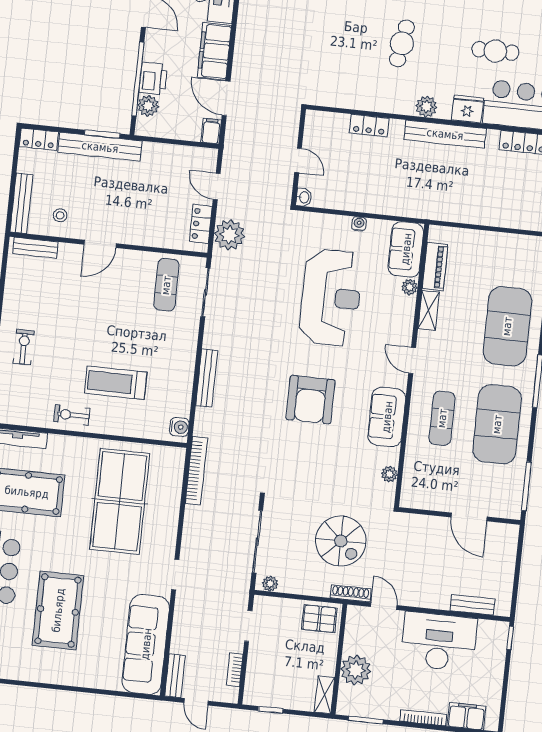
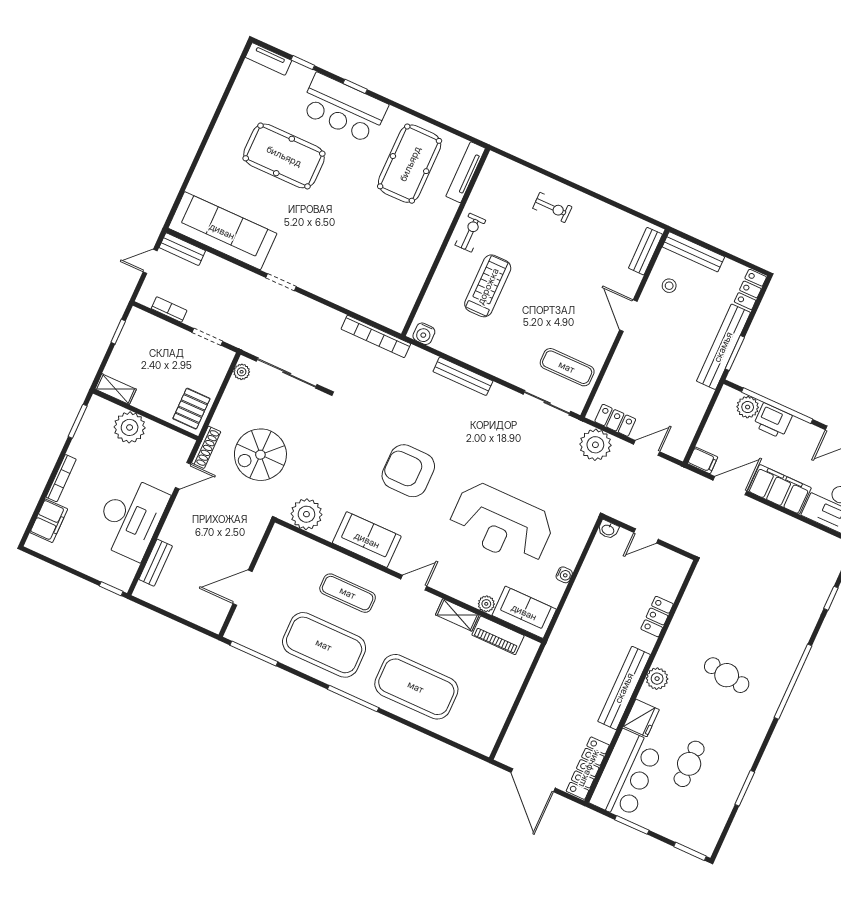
plant: (389, 474) -> (306, 514), width x1.87, depth x1.87
table tennis table: (120, 501) -> (371, 252), removed

